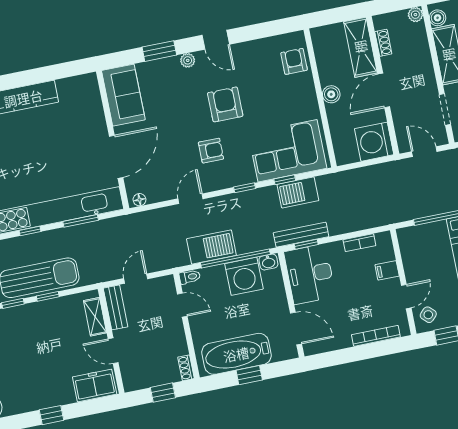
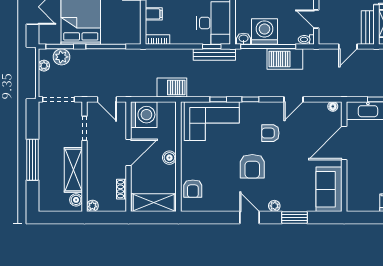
shelving: (360, 47) -> (154, 203), moved, turned 90
barbecue: (298, 192) -> (172, 88), moved
bookcase: (359, 243) -> (158, 39), moved

